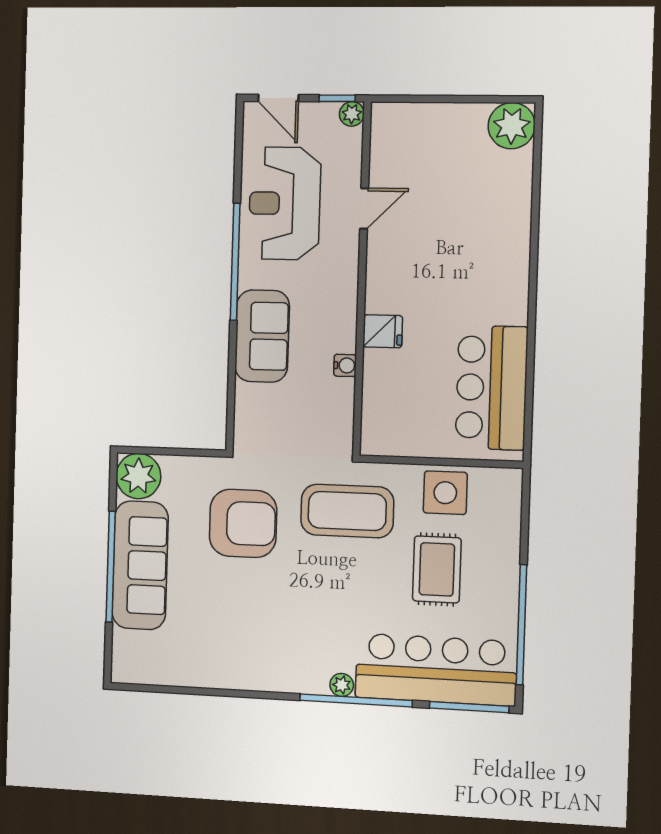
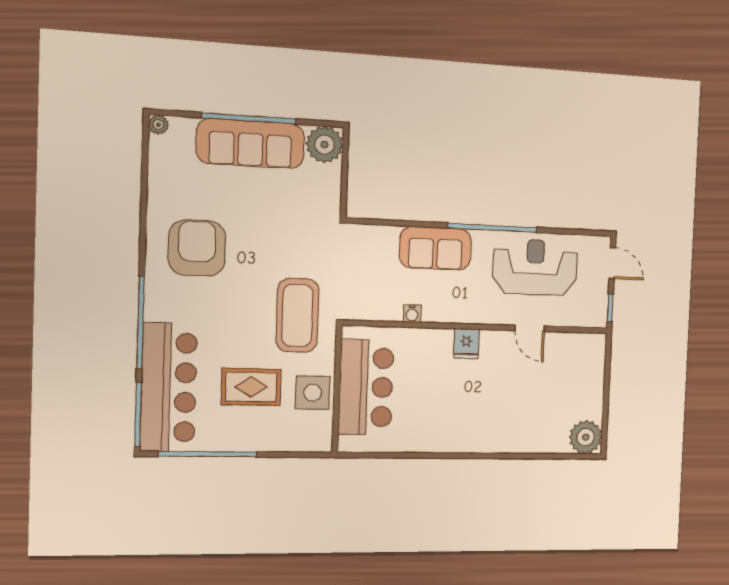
door: (278, 98) -> (612, 263), swing flipped
plant: (352, 114) -> (599, 319), removed
fridge: (383, 331) -> (466, 344), moved
bar counter: (492, 388) -> (366, 387), moved, turned 90
armchair: (243, 523) -> (197, 248), moved, turned 180
plant: (342, 685) -> (158, 125), moved

